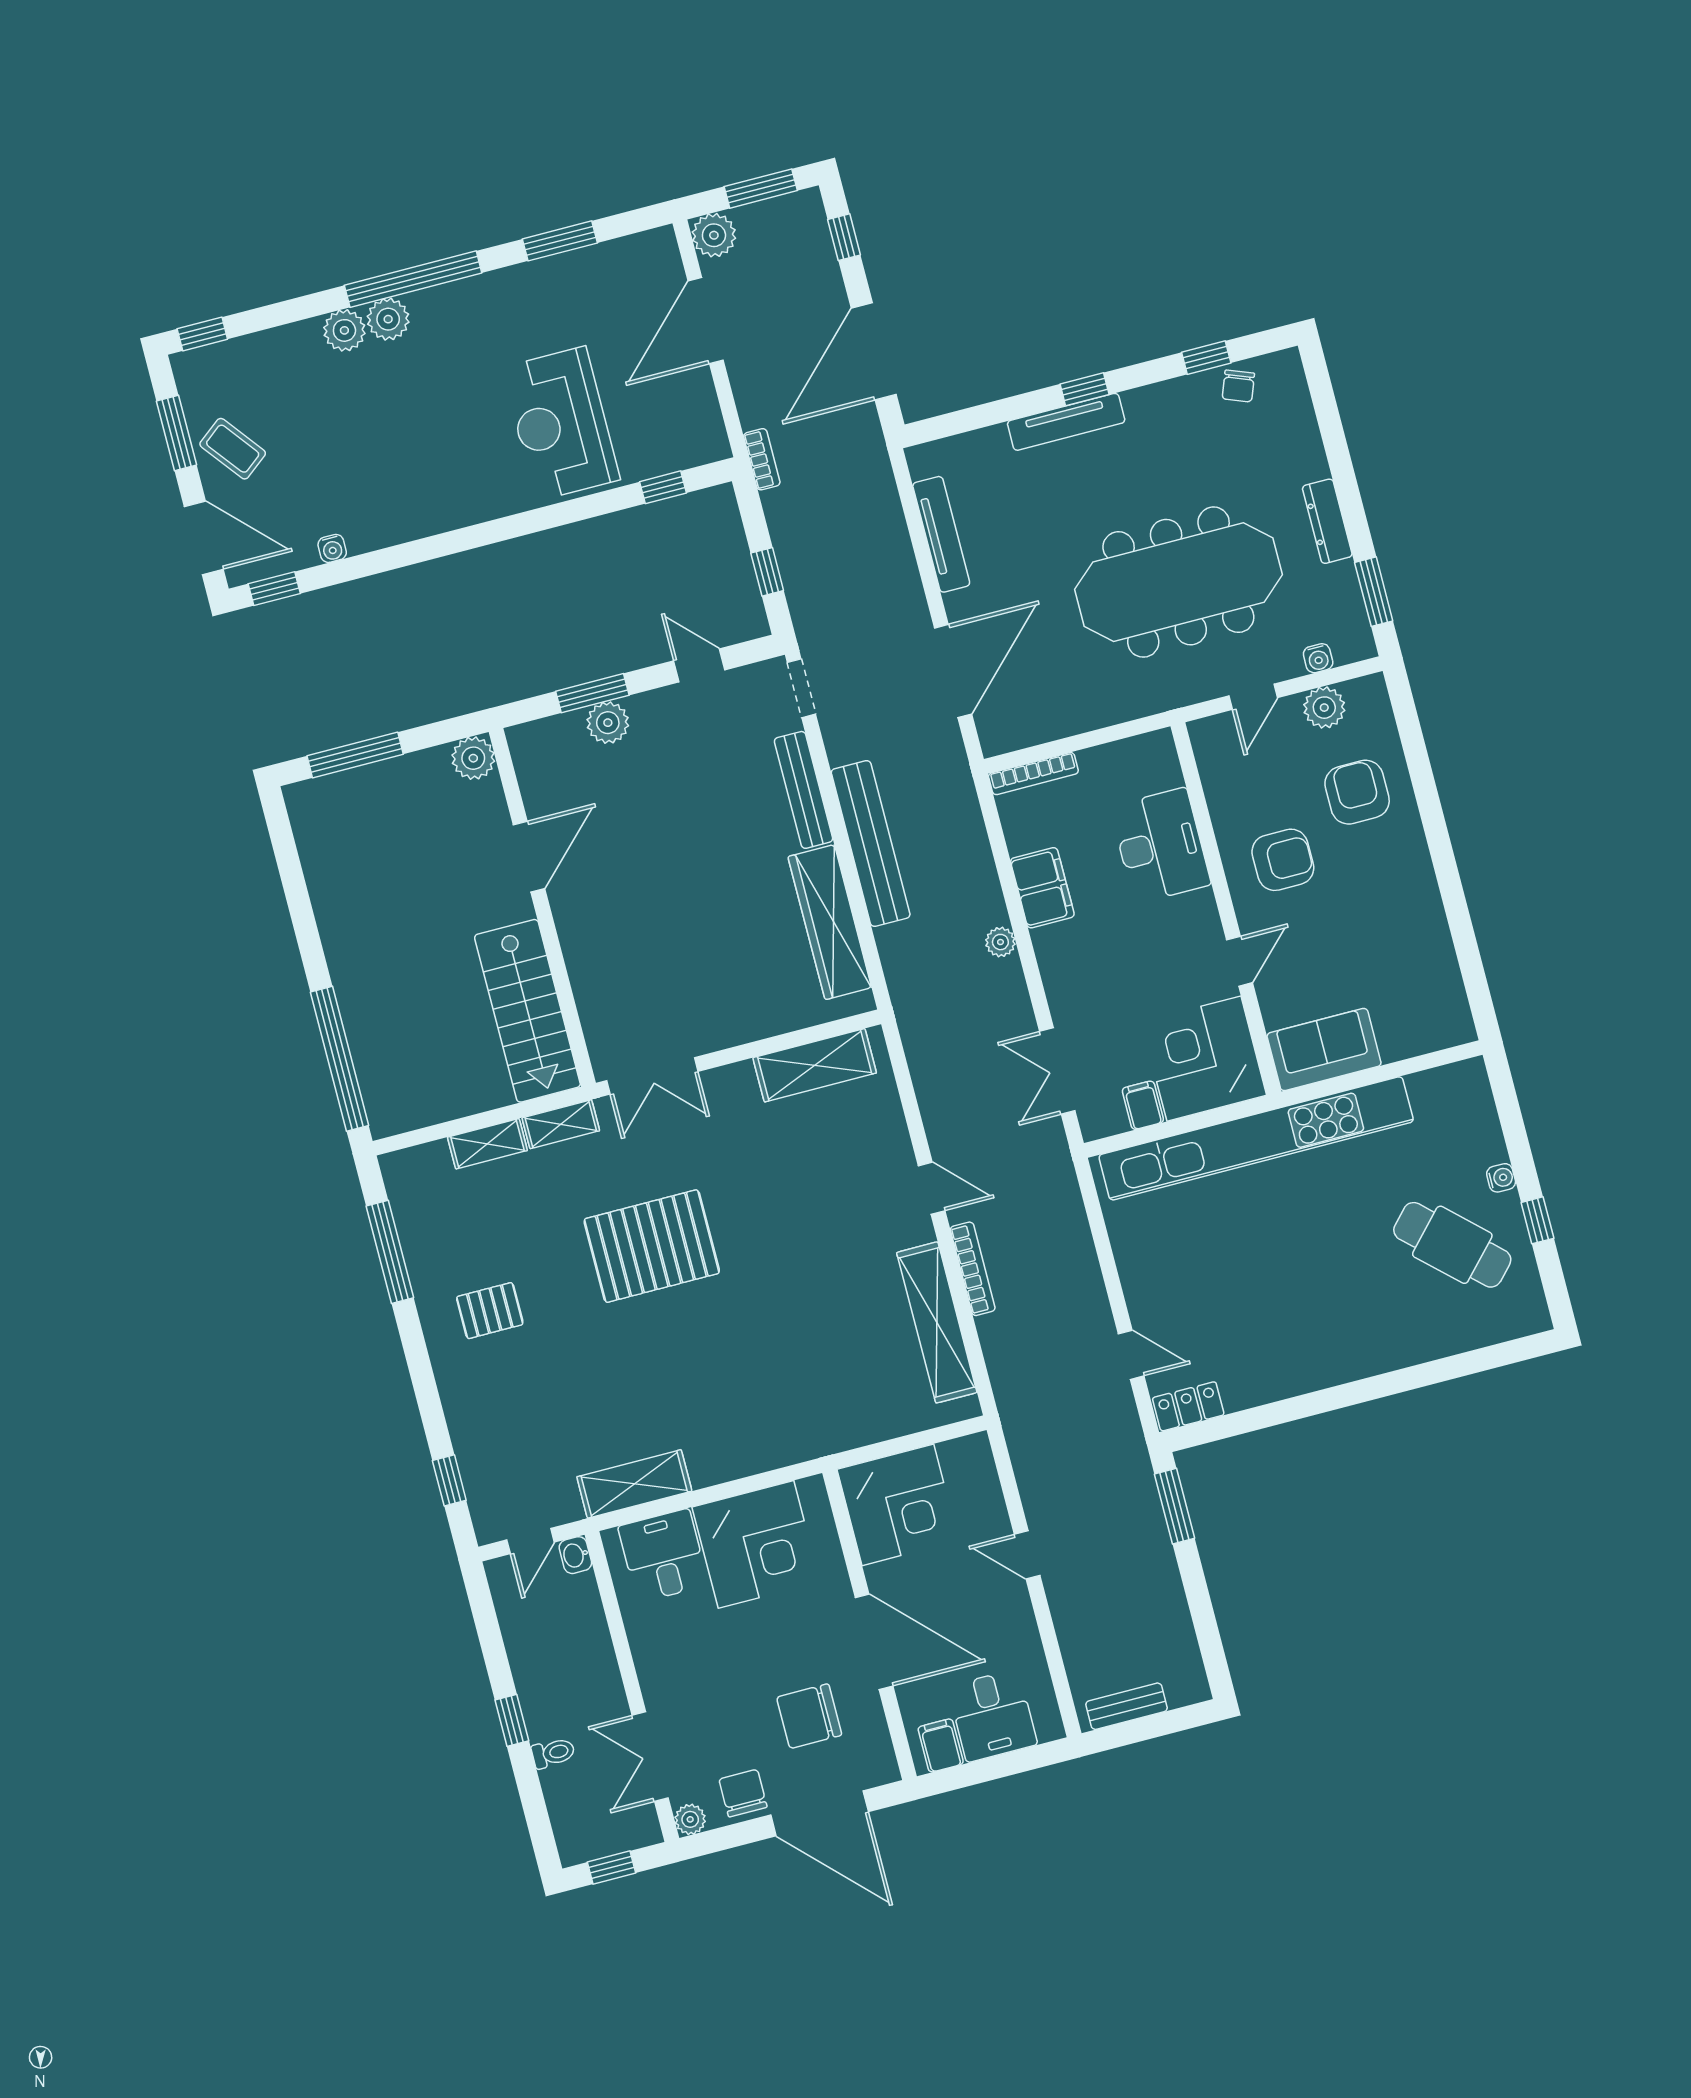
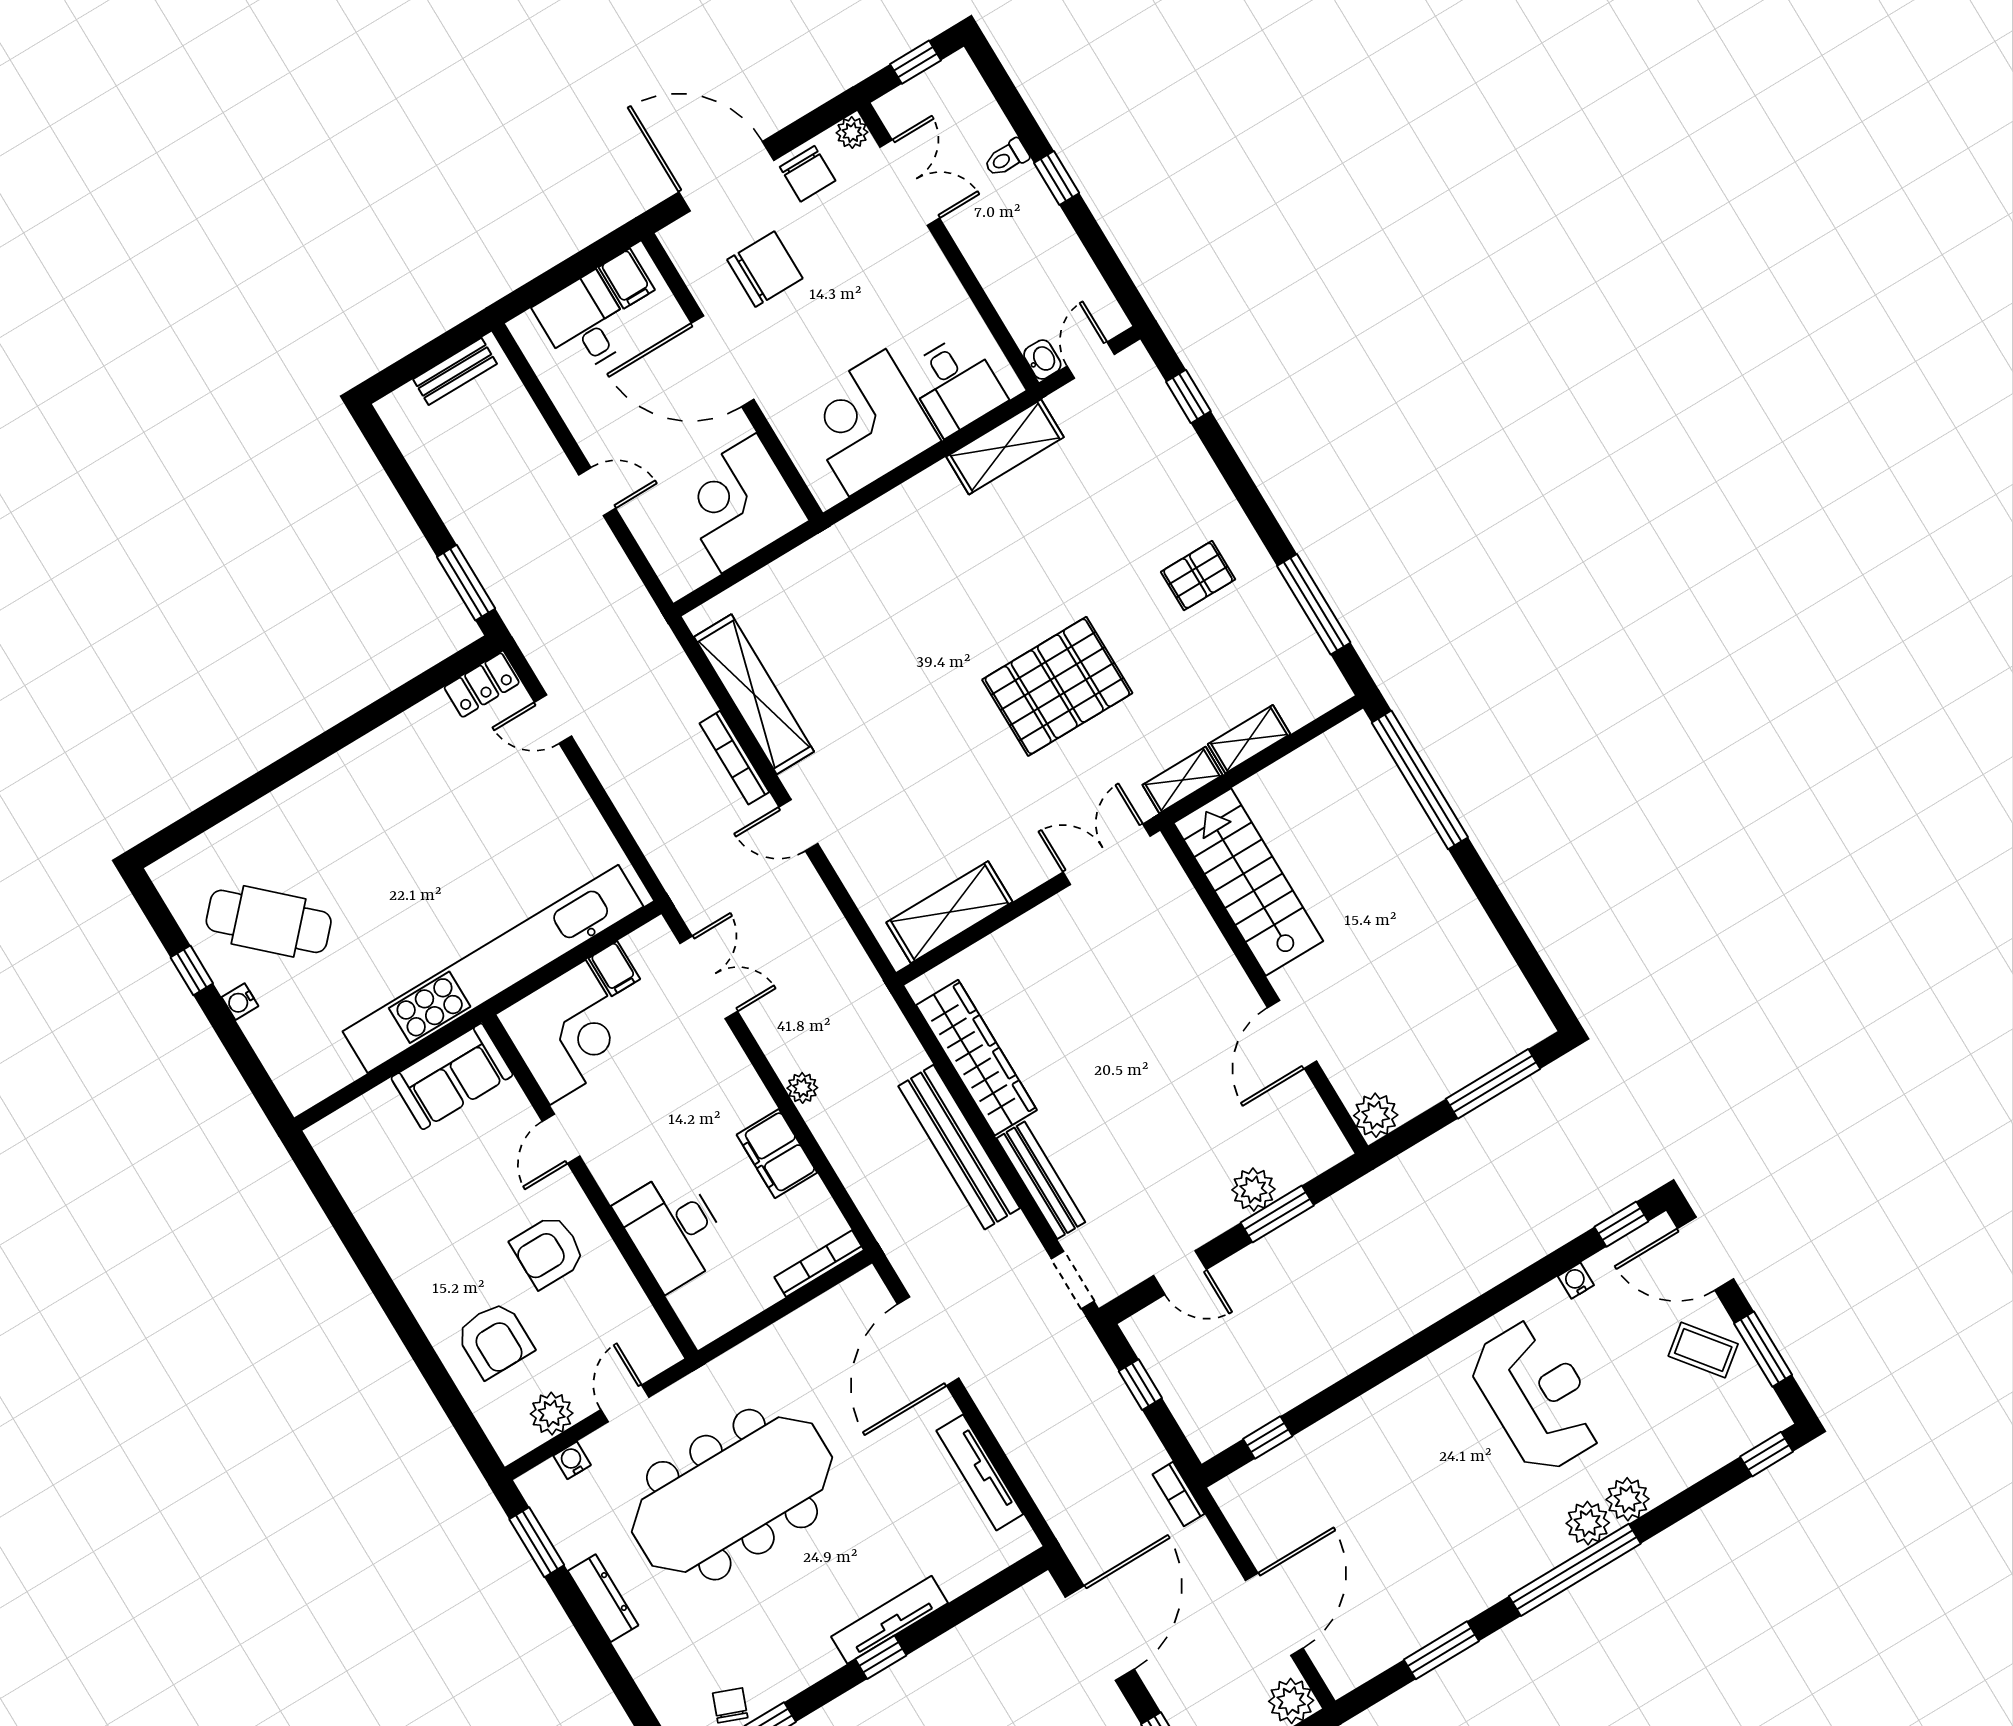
reception desk: (561, 424) -> (1537, 1396), moved

